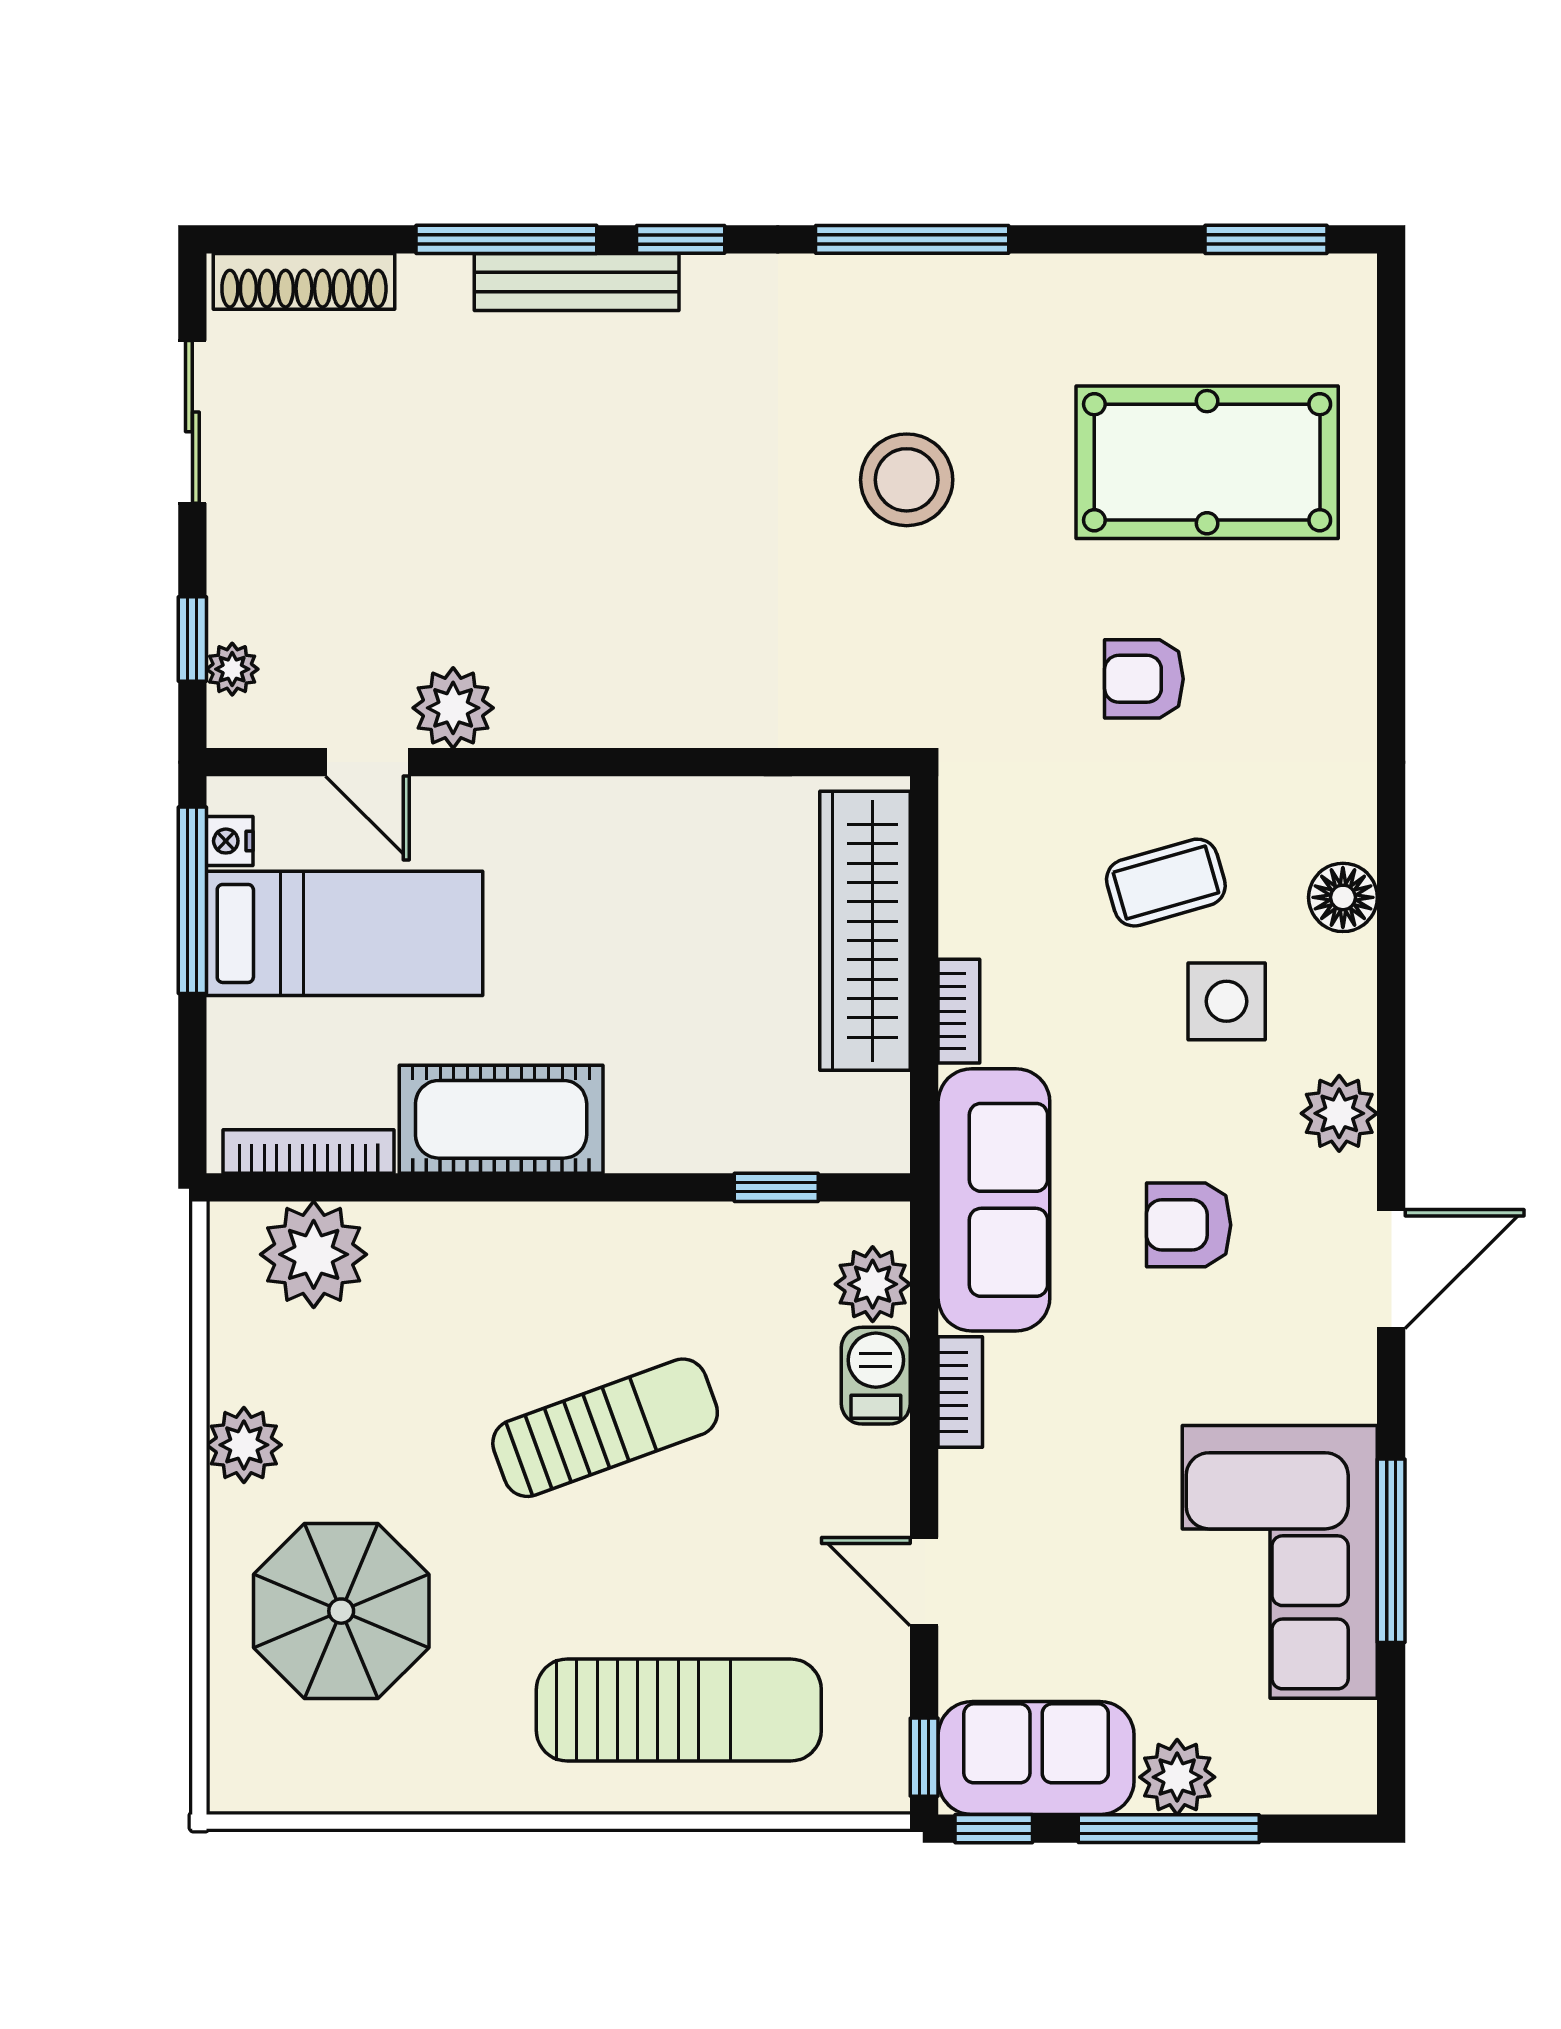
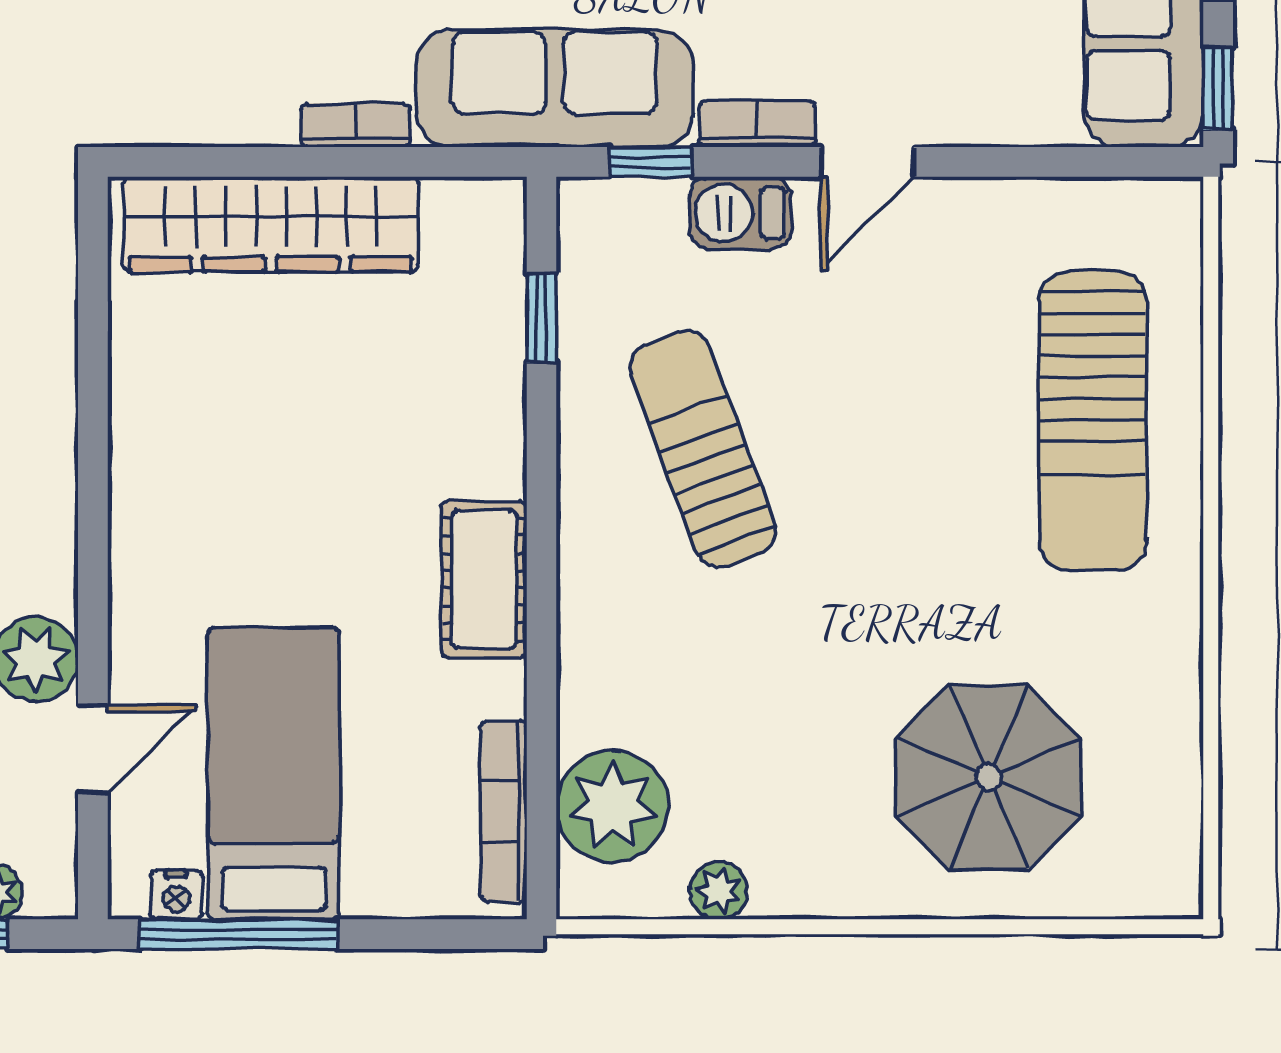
cot: (501, 1119) -> (484, 579), width x0.73, depth x0.75
plant: (873, 1284) -> (644, 216), removed
sun lounger: (605, 1428) -> (703, 449), moved
plant: (244, 1445) -> (719, 891), moved, width x0.73, depth x0.73
door: (924, 1582) -> (867, 162), moved
sun lounger: (679, 1710) -> (1093, 421), turned 180
window: (924, 1757) -> (651, 162), moved

